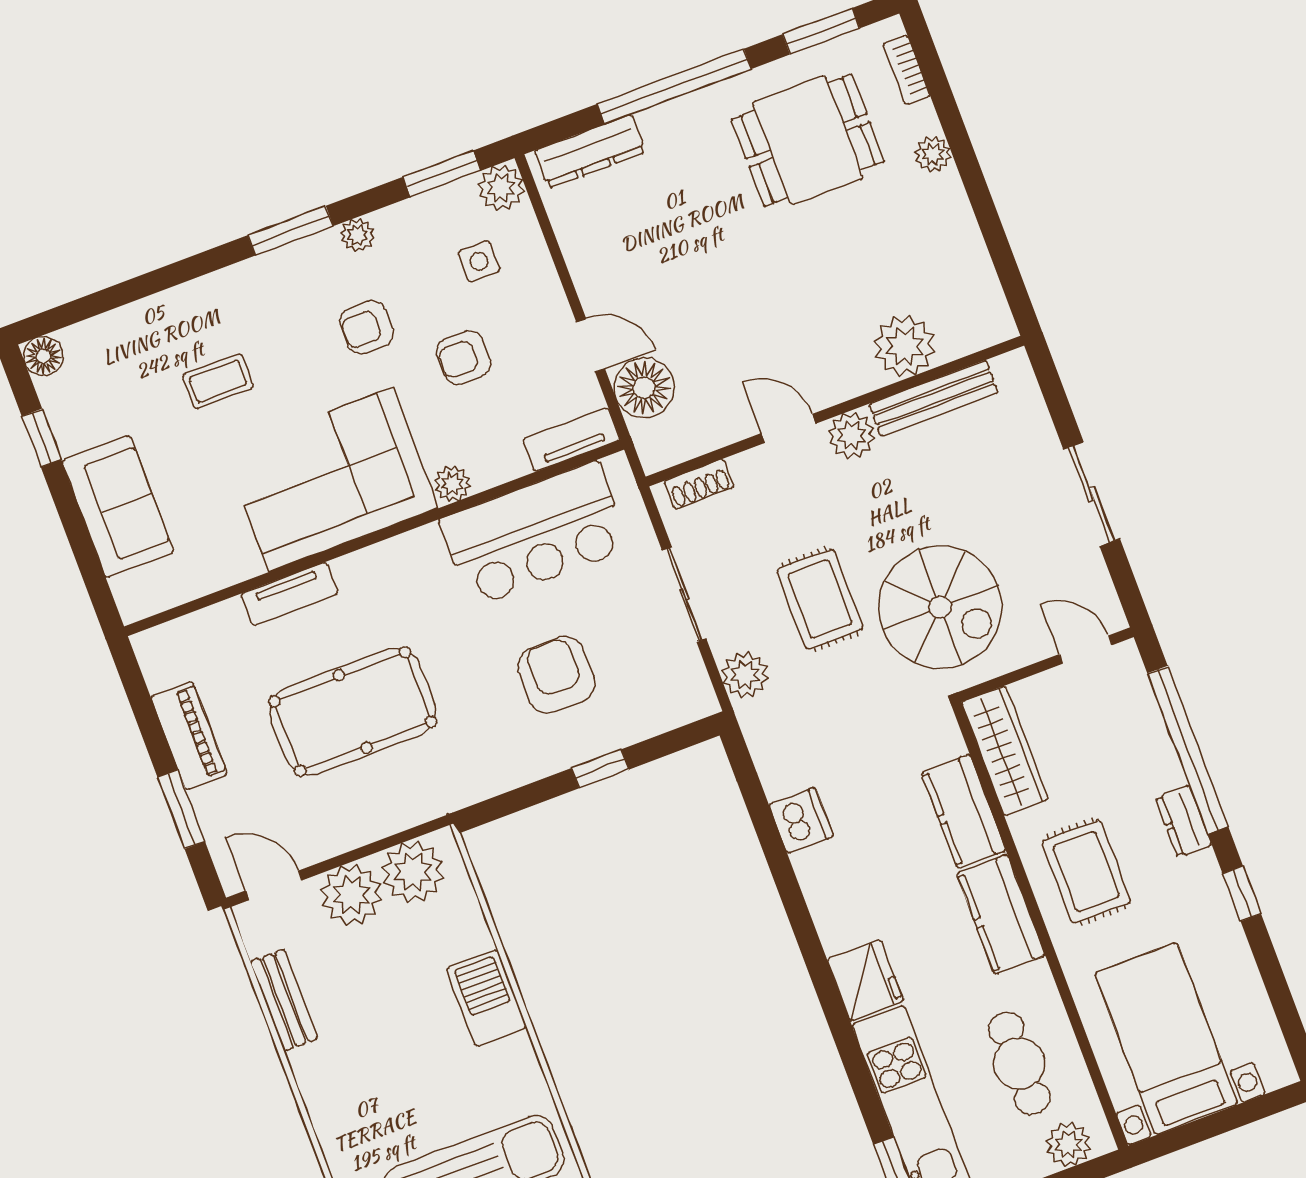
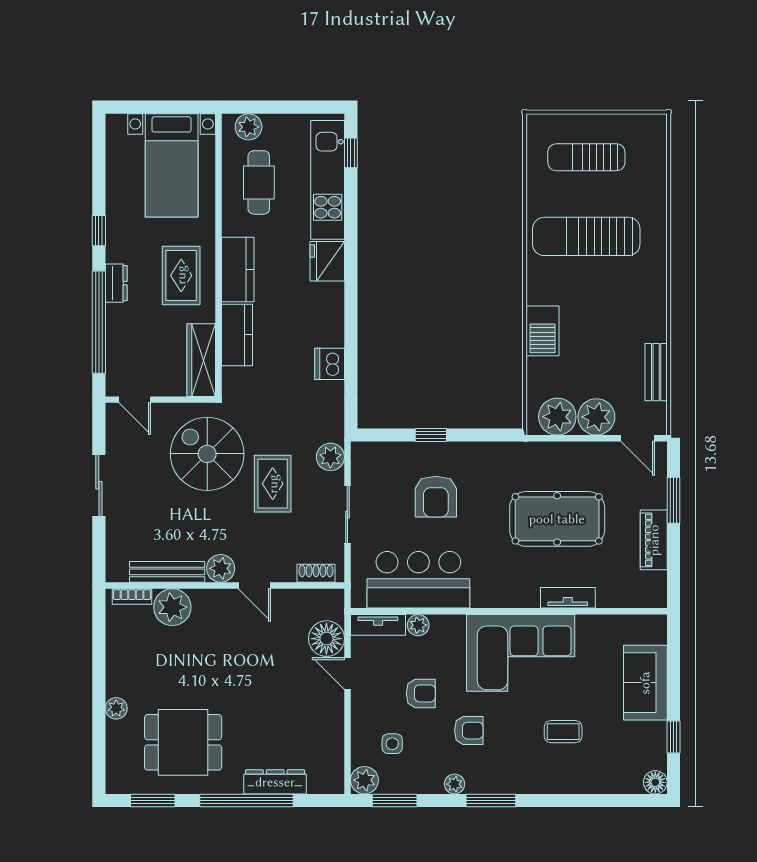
bookcase: (906, 70) -> (132, 596), moved, turned 90
dresser: (590, 151) -> (275, 782), moved
plant: (452, 484) -> (418, 625), moved

